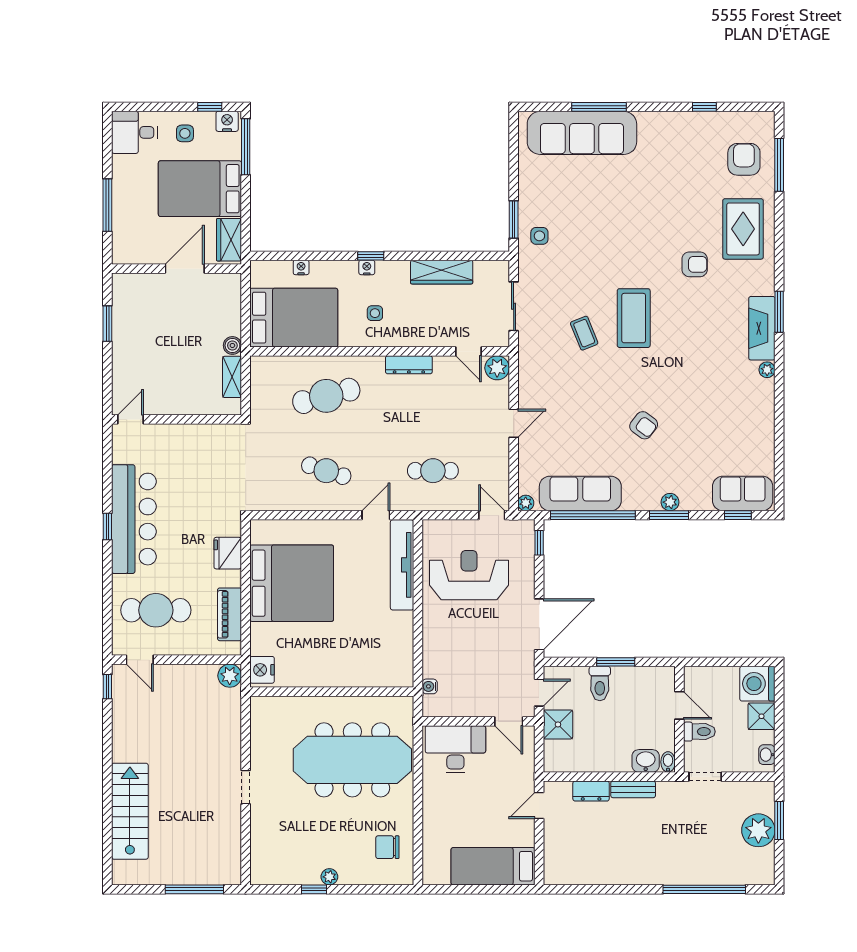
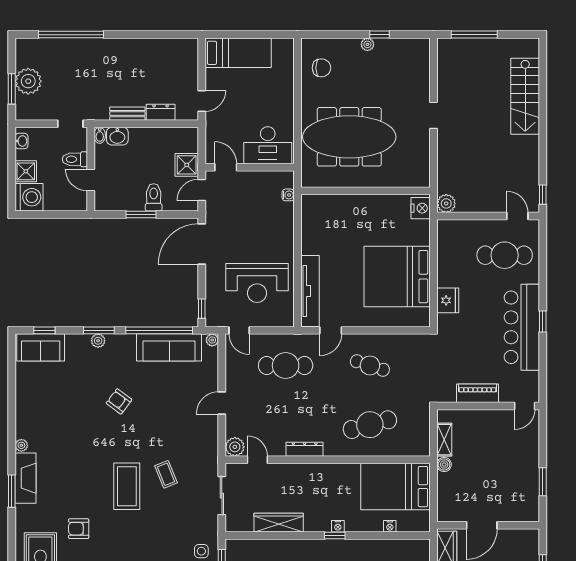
side table: (375, 313) -> (331, 490), removed
cafe table: (433, 471) -> (286, 365), width x1.37, depth x1.35
piano: (230, 614) -> (478, 393), moved, turned -90

